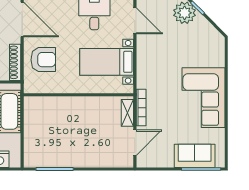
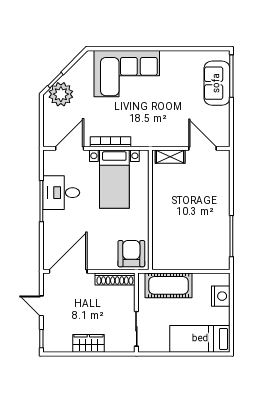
armchair: (43, 60) -> (131, 254), moved
corner sofa: (203, 98) -> (127, 74), moved
bookcase: (141, 108) -> (111, 142), moved

